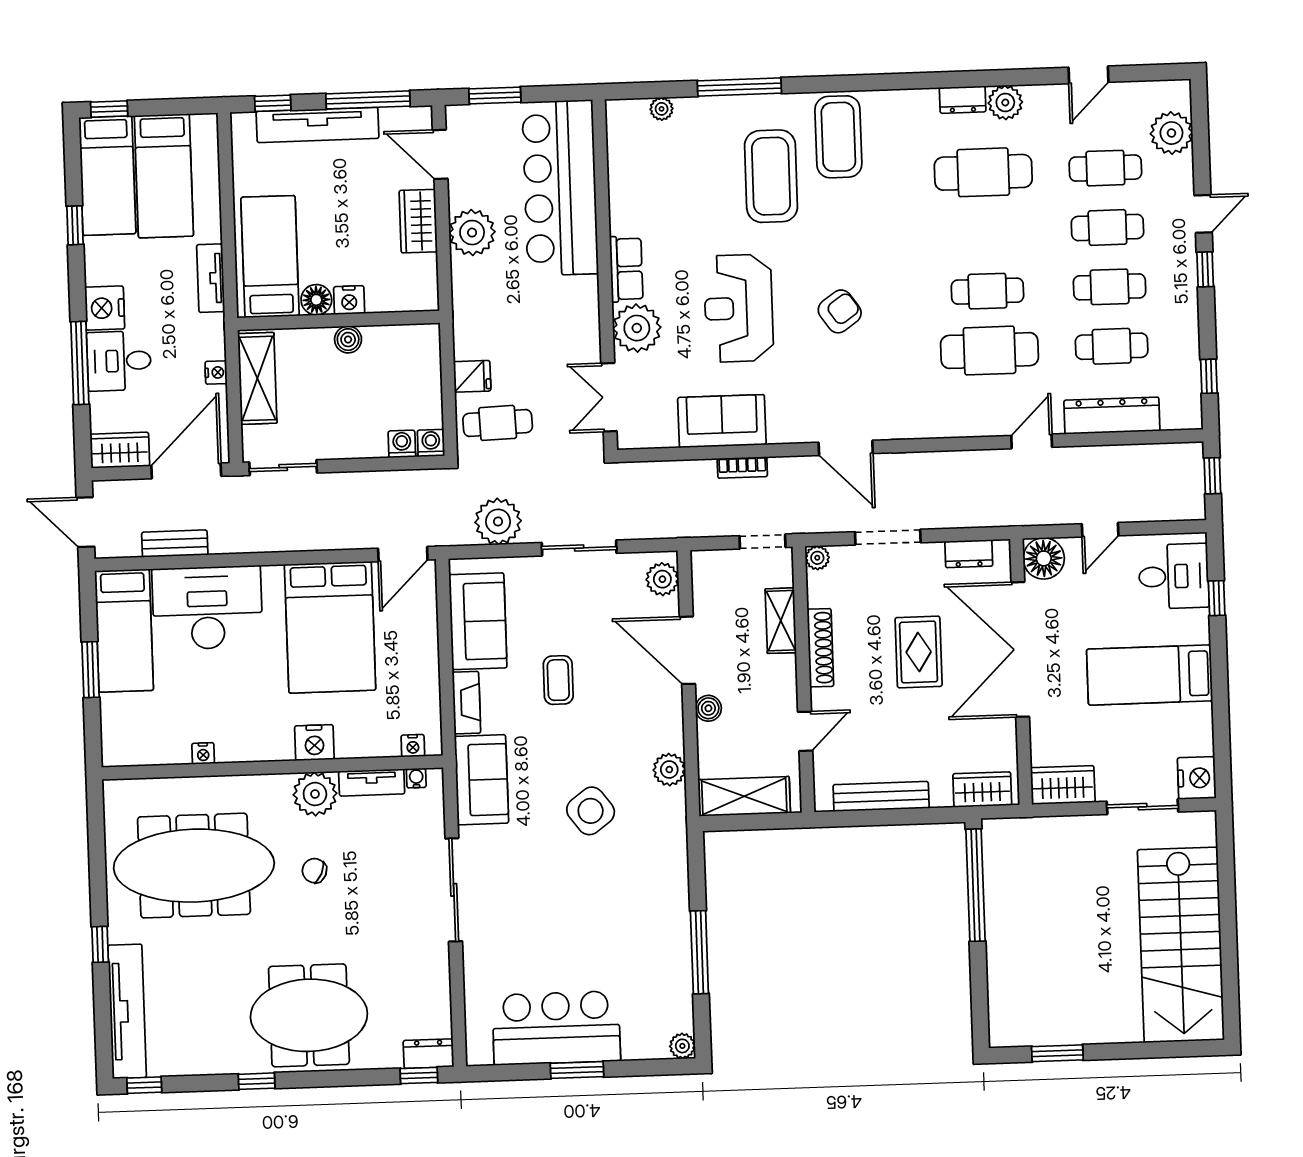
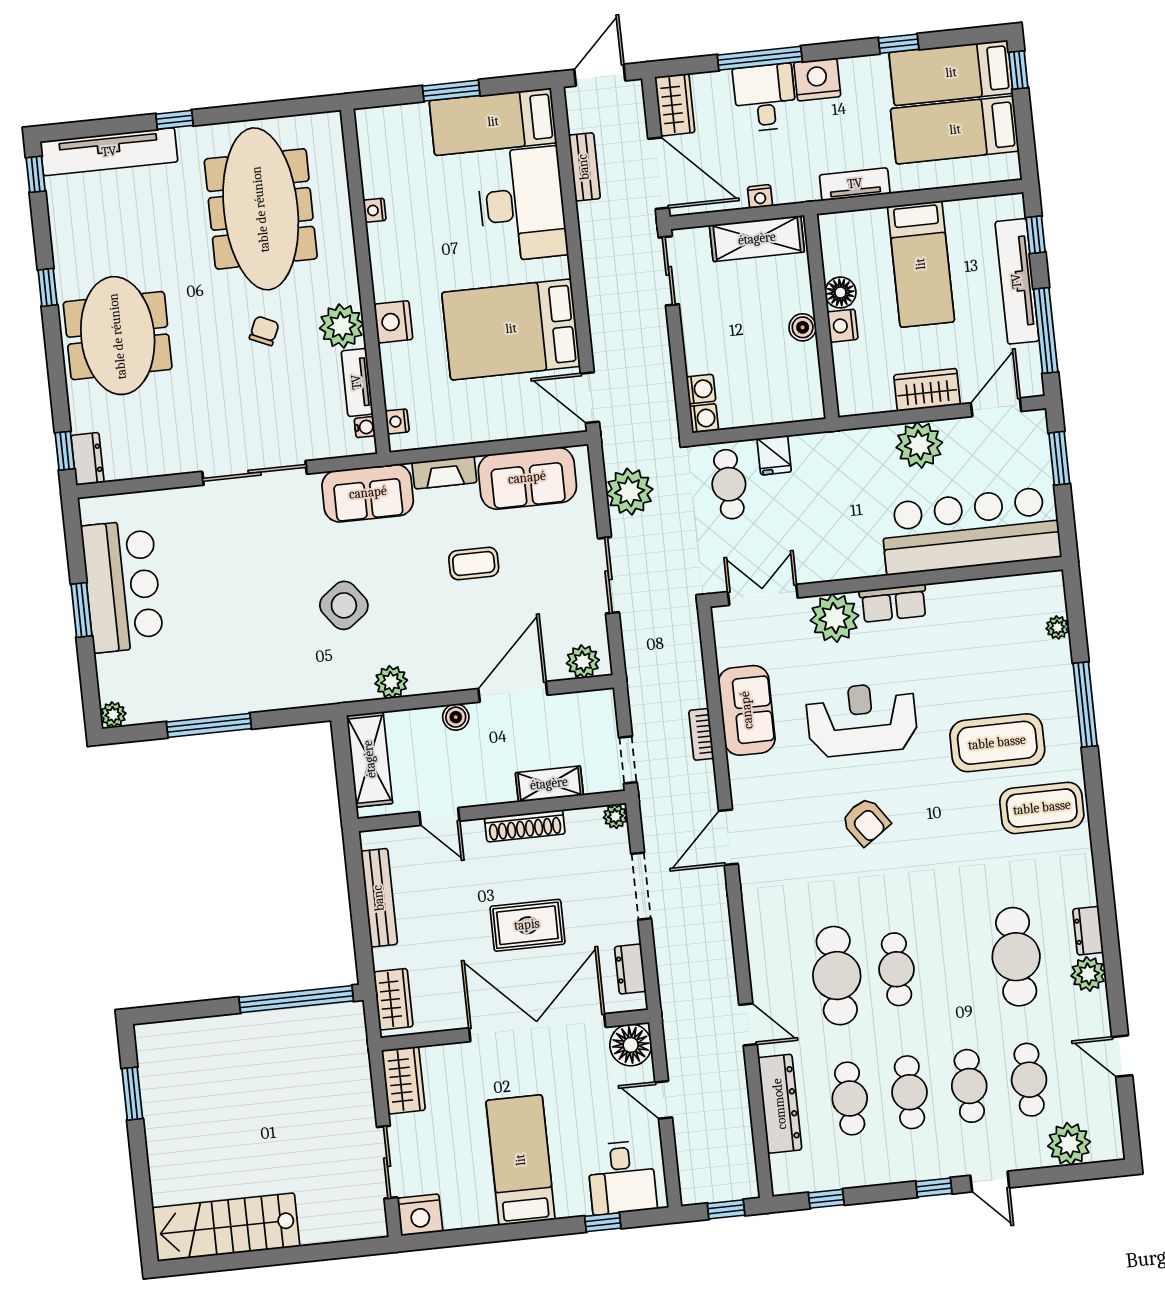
bed: (270, 257) -> (921, 264), moved, turned 90
stairs: (1181, 945) -> (226, 1227), width x0.73, depth x0.66

